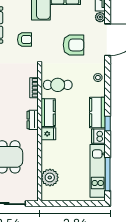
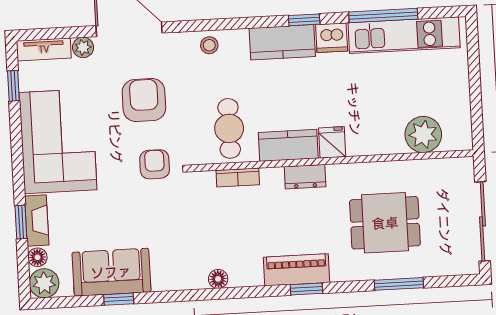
armchair: (25, 40) -> (155, 164), moved
window: (108, 174) -> (383, 16), moved

